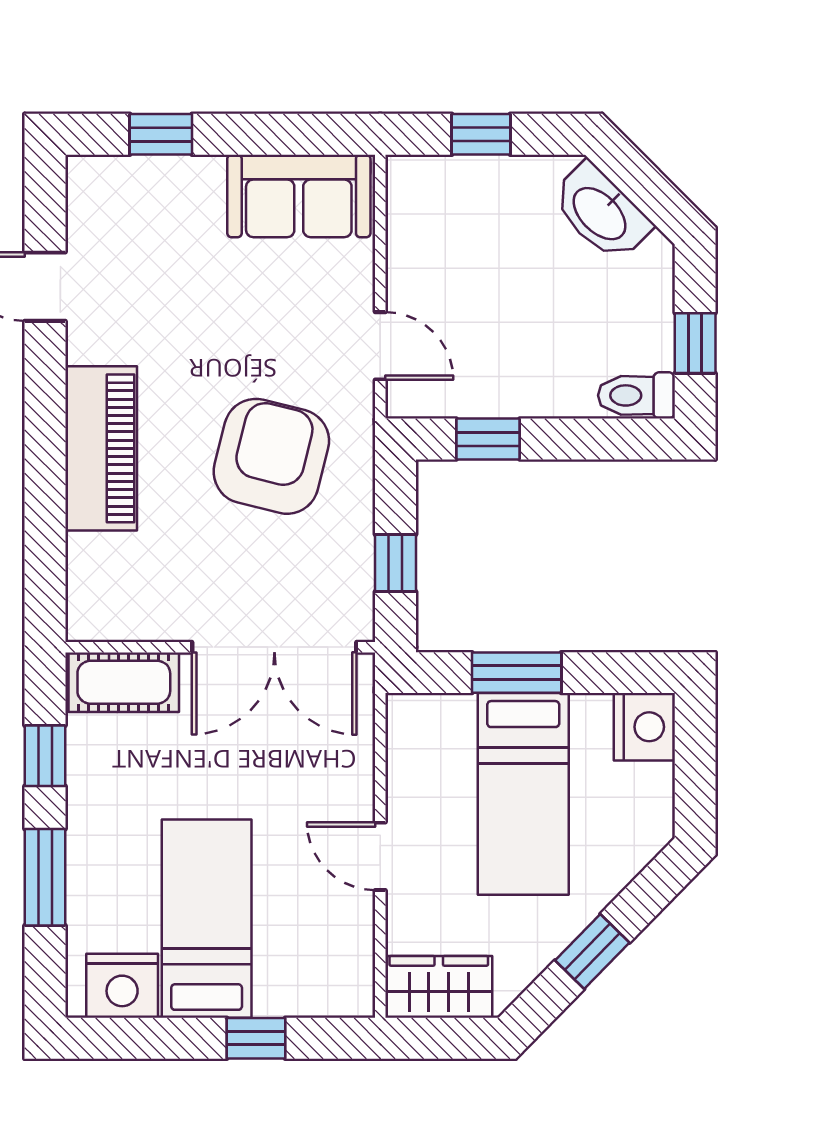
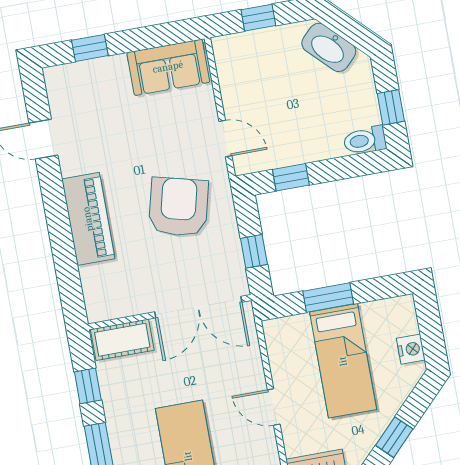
nightstand: (644, 727) -> (411, 349), moved, width x0.74, depth x0.75

